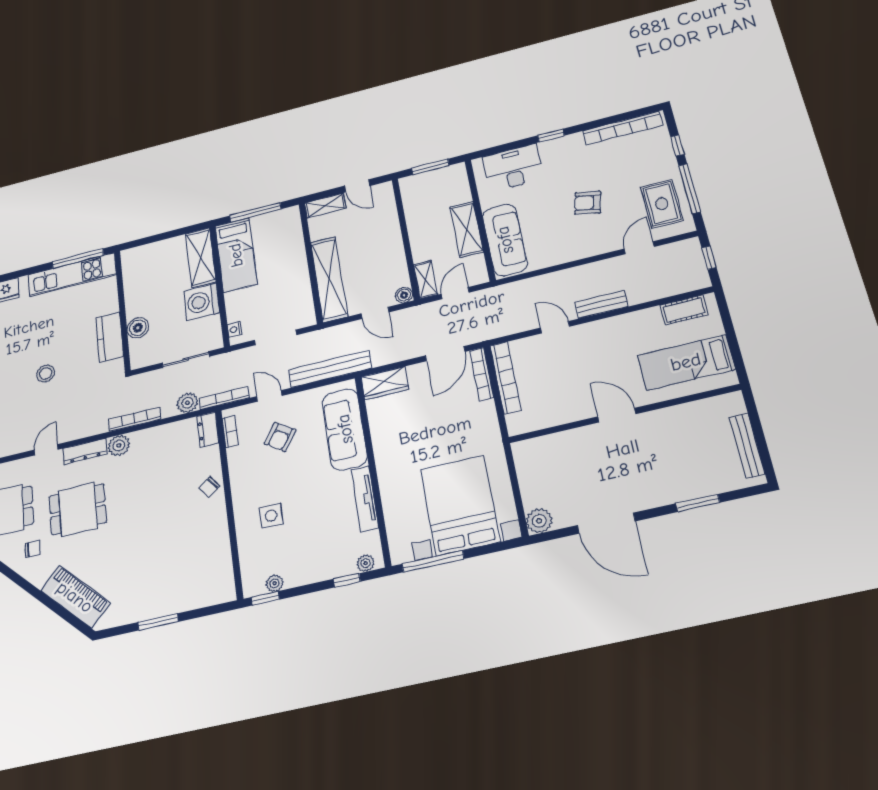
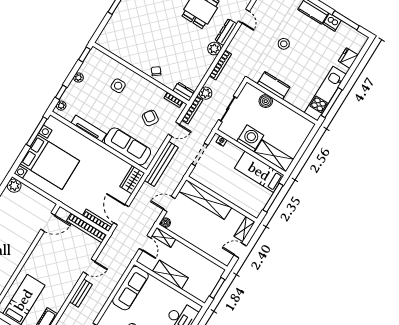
sofa: (505, 240) -> (130, 288), moved, turned -90
door: (617, 415) -> (48, 222), moved
plant: (275, 583) -> (78, 78), moved

